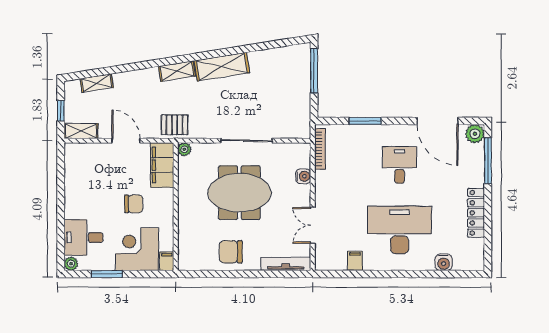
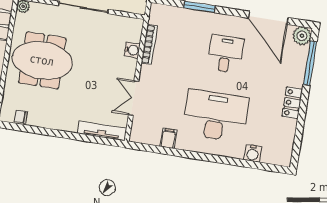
bookcase: (320, 149) -> (149, 44), moved
meeting table: (239, 193) -> (42, 60), moved
locker: (476, 213) -> (292, 103), width x0.66
chair: (231, 252) -> (21, 117), moved, width x0.54, depth x0.54

